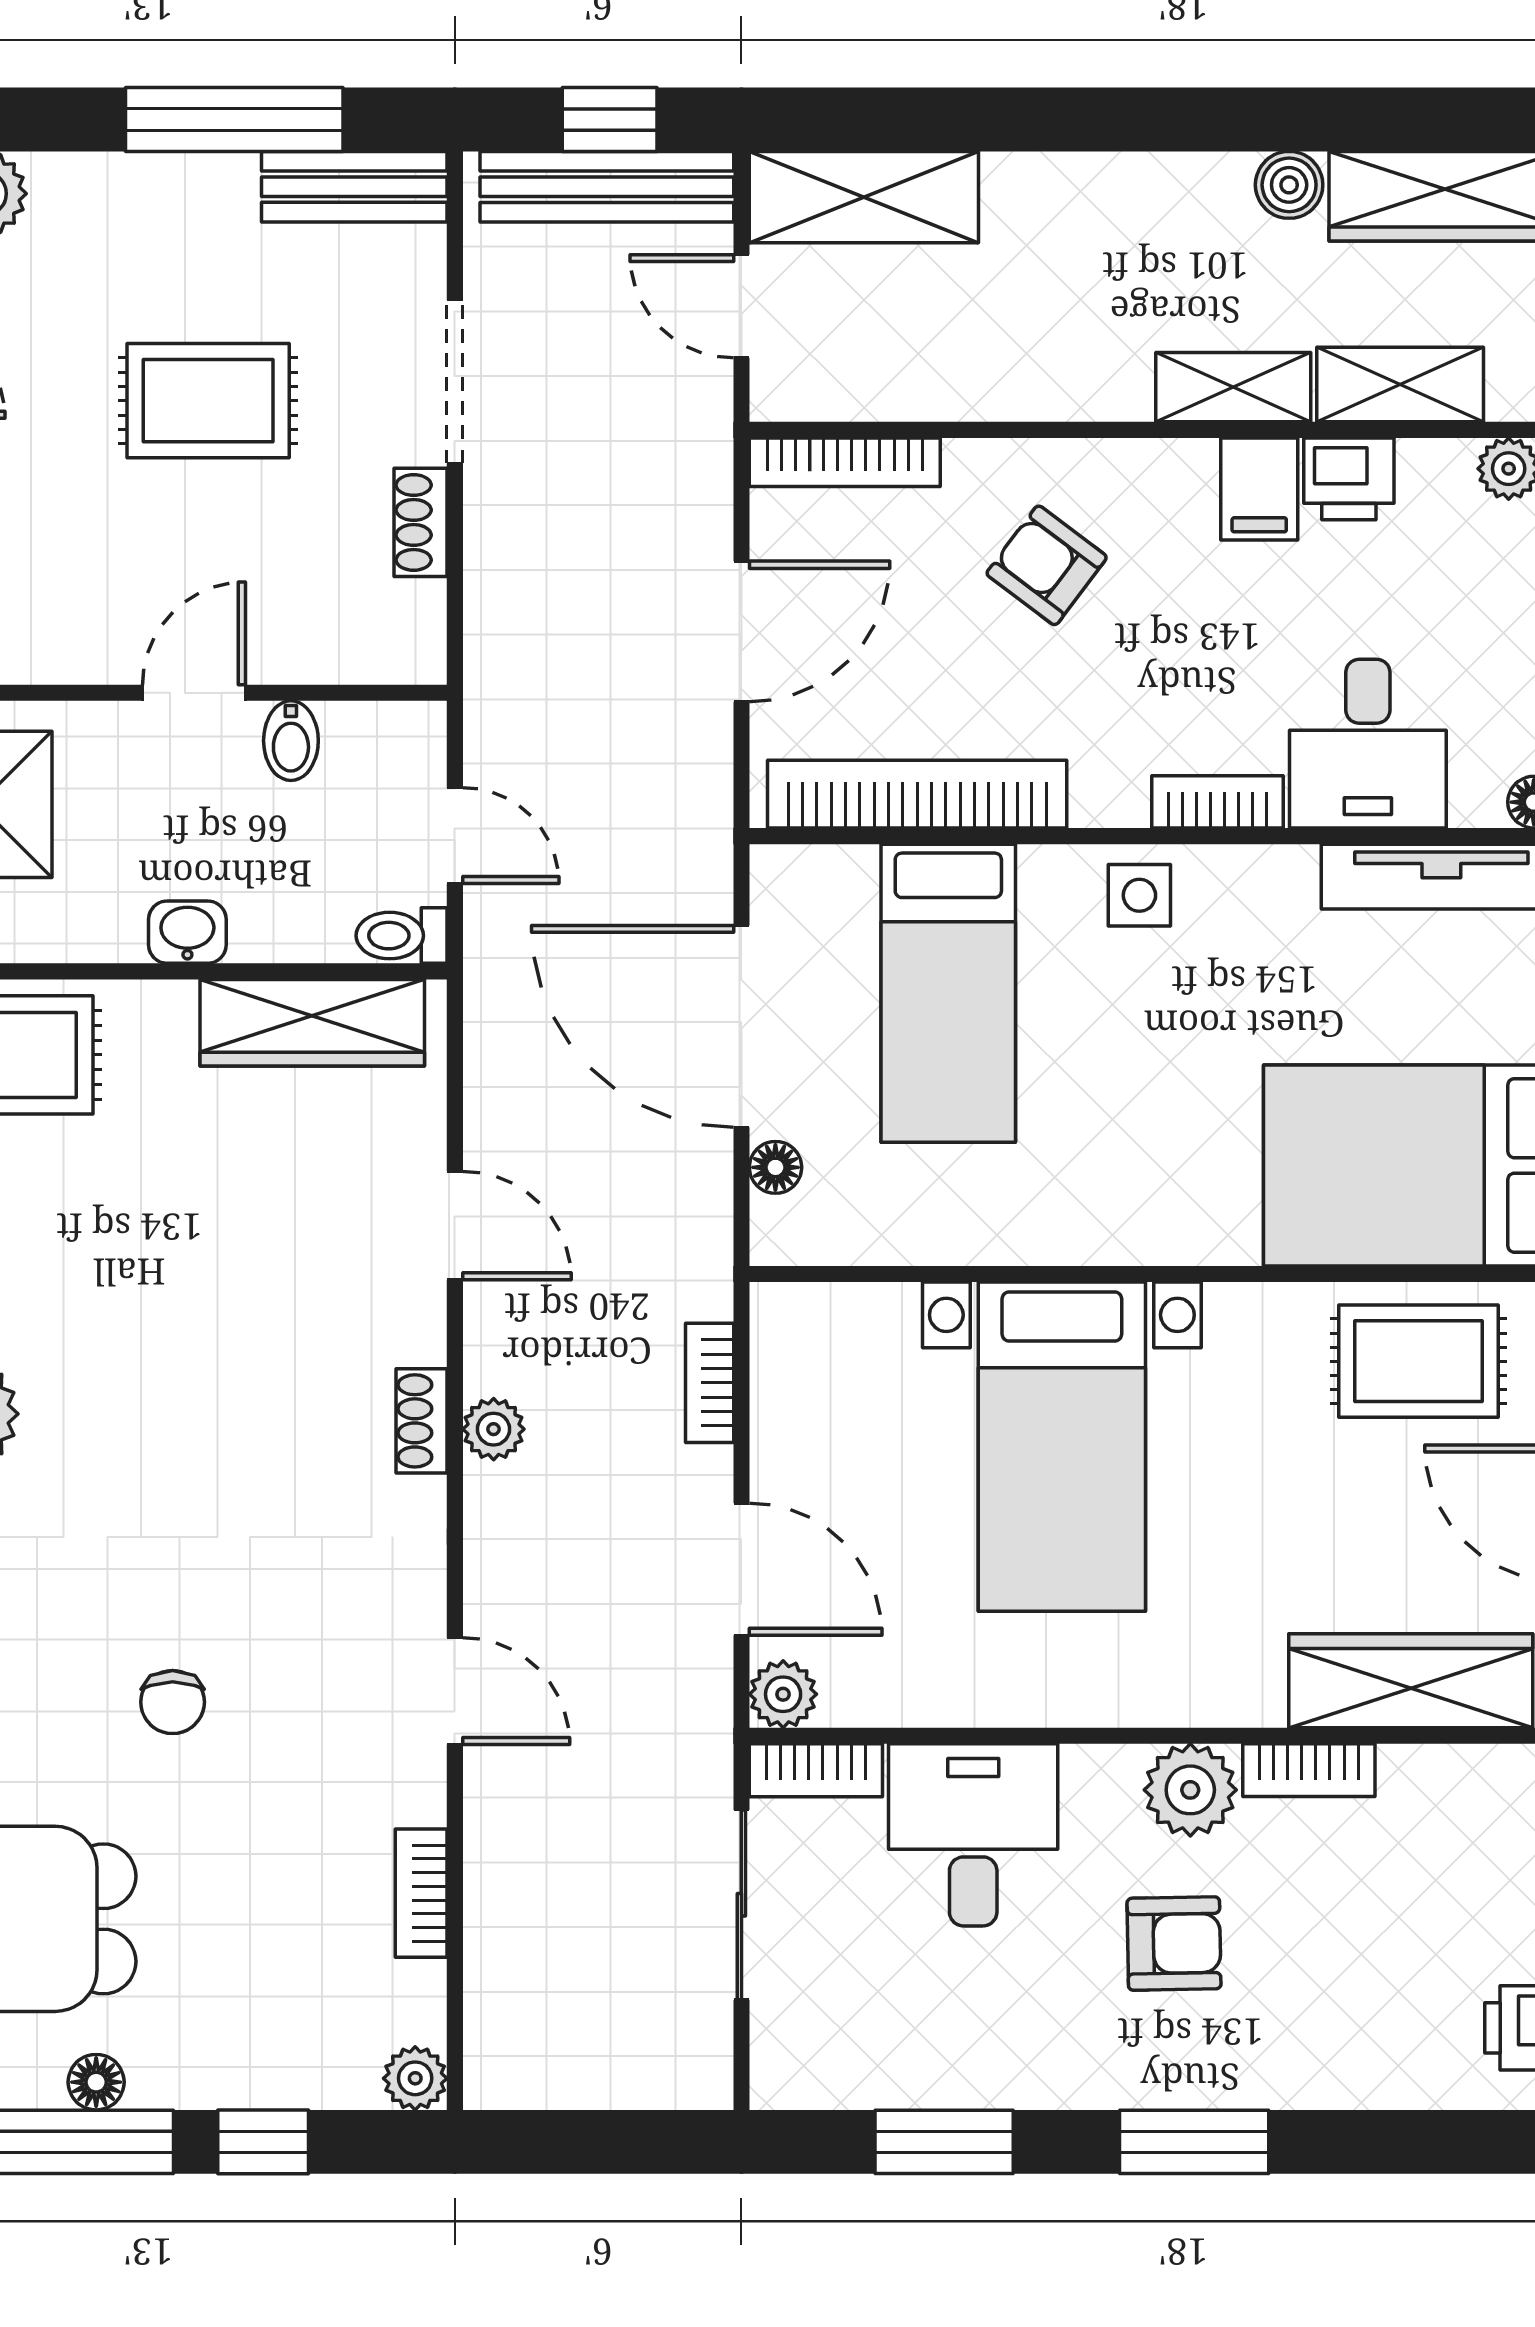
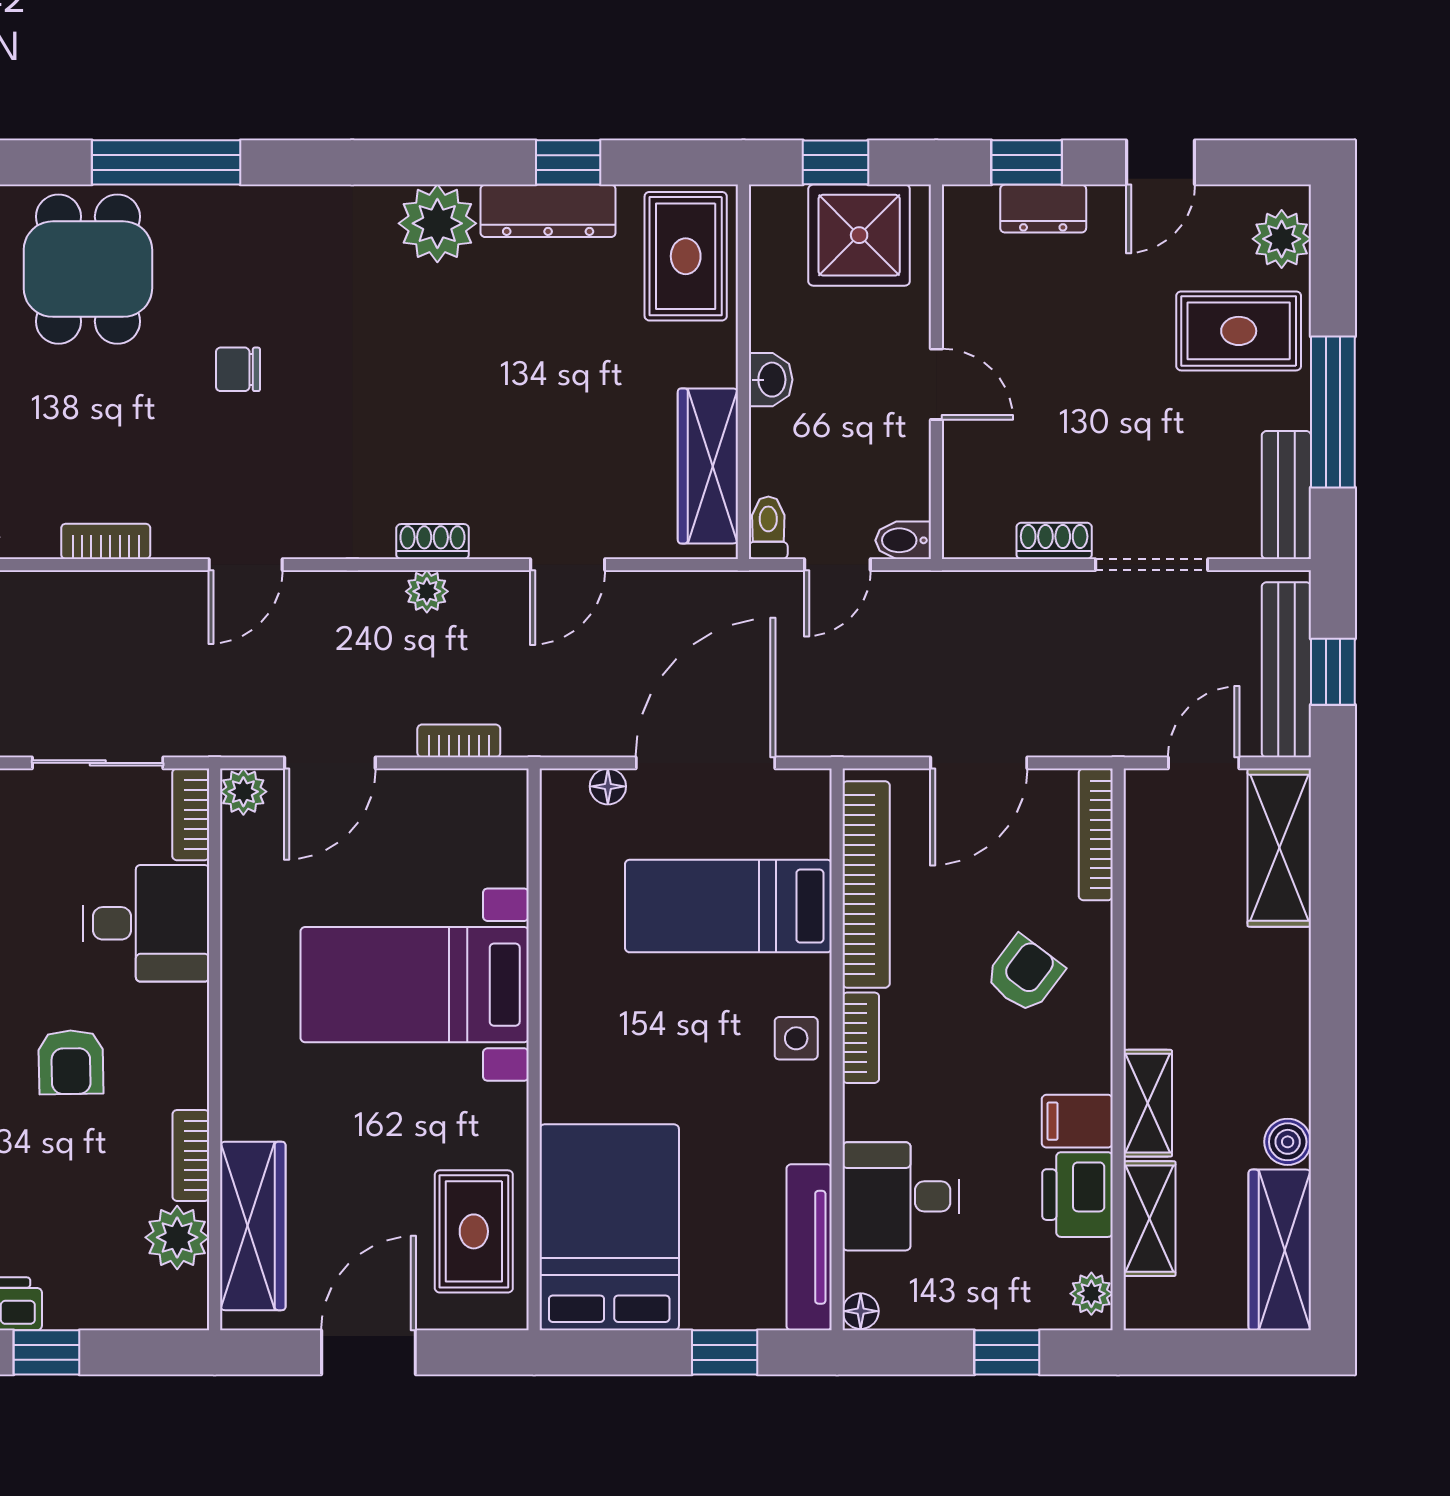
rug: (208, 401) -> (1239, 331), moved, turned 90
printer: (1349, 479) -> (1077, 1195), width x1.36, depth x1.24
door: (741, 631) -> (979, 763), hinge flipped
bidet: (291, 741) -> (903, 540), moved
bookcase: (1218, 802) -> (861, 1038), moved
plant: (1190, 1790) -> (177, 1237), moved

